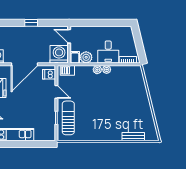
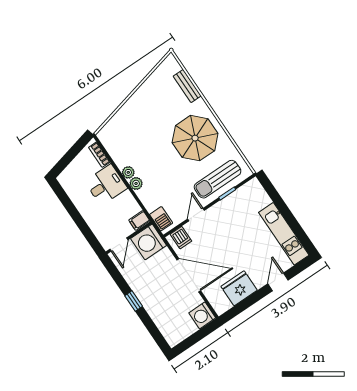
plant: (86, 57) -> (130, 207), removed
parasol: (100, 121) -> (195, 138), added

